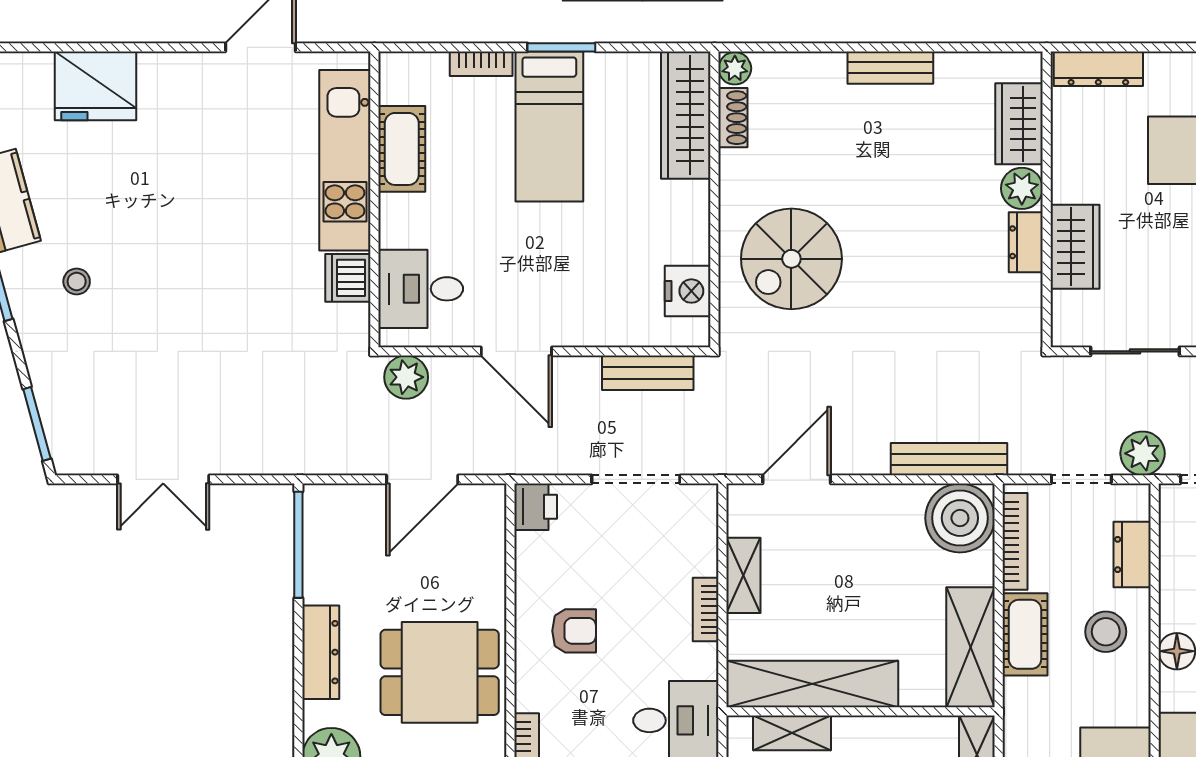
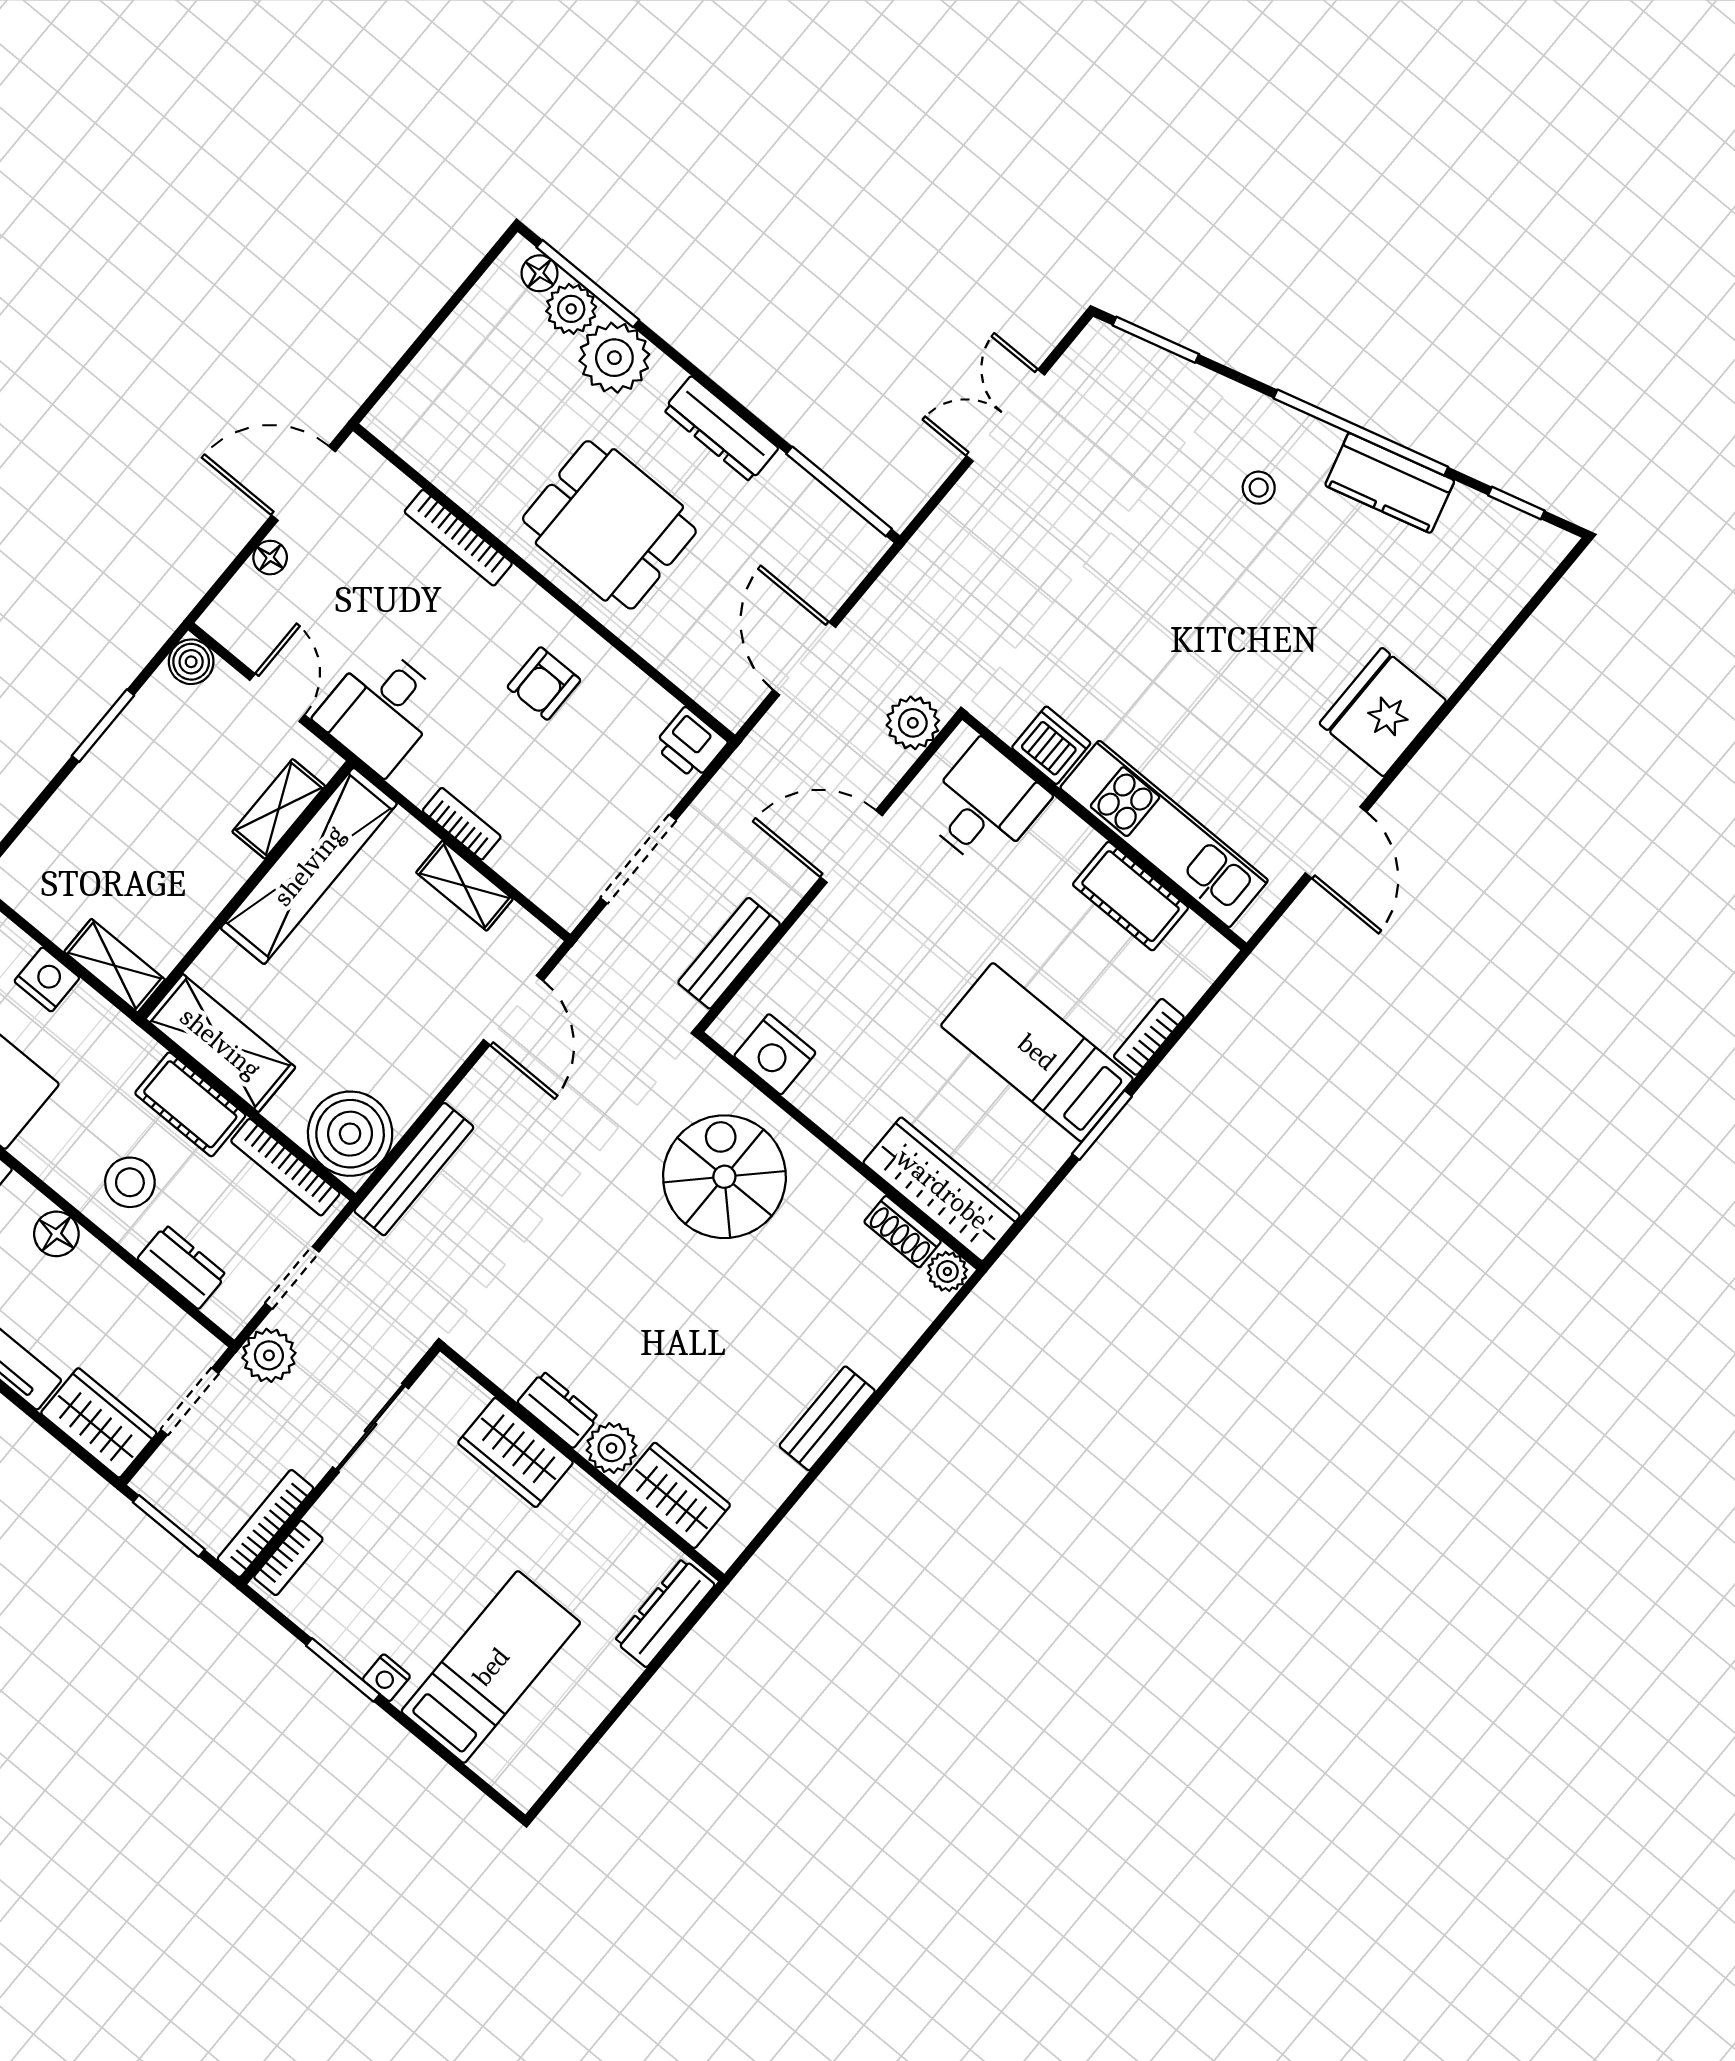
fridge: (96, 86) -> (1383, 712), moved
dining table: (440, 672) -> (609, 525), turned 90

